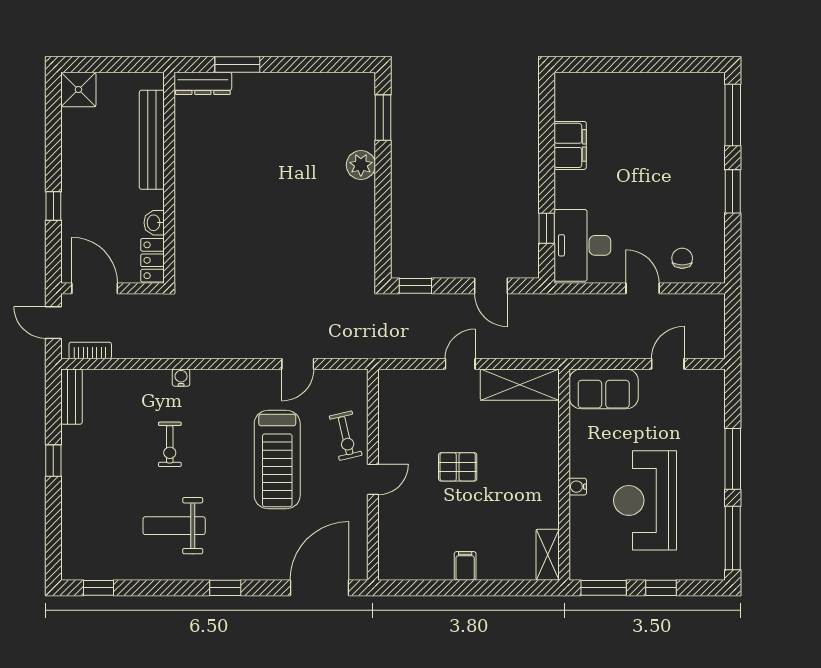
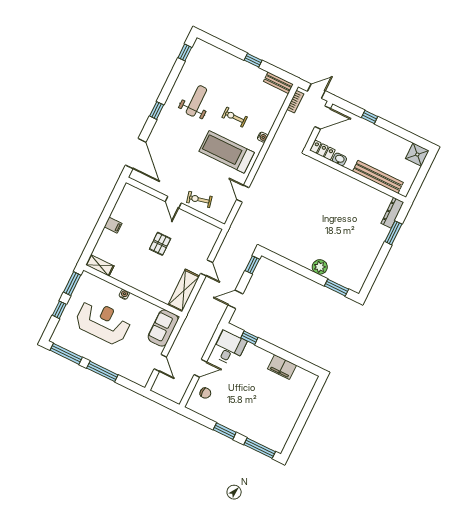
desk: (582, 245) -> (229, 348), width x0.73
treadmill: (277, 460) -> (227, 152), moved

